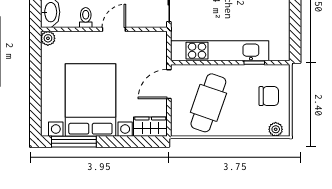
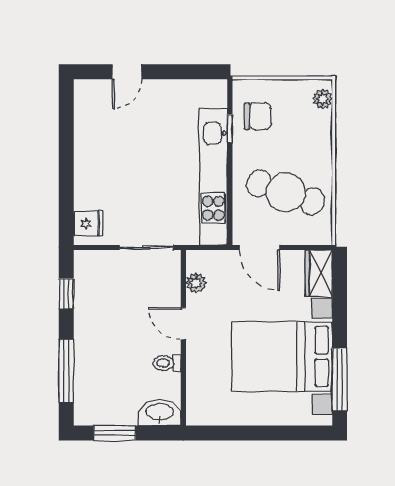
plant: (48, 38) -> (196, 283), moved
chair: (269, 96) -> (258, 116), moved, turned 90

